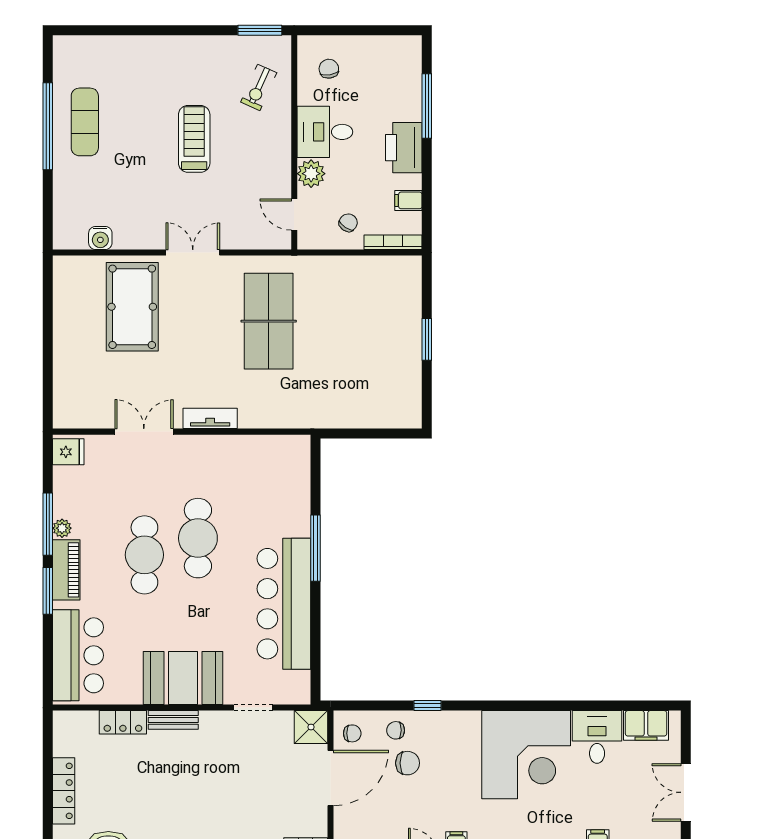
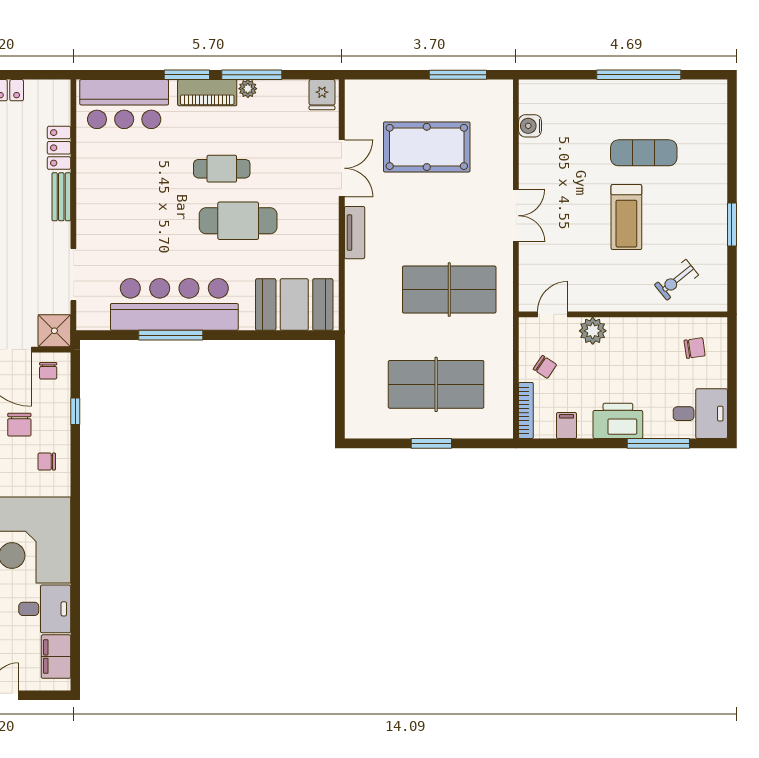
window: (260, 30) -> (732, 224), moved
exercise bike: (259, 87) -> (676, 280), turned -63
exercise mat: (85, 122) -> (644, 153), moved
desk: (325, 132) -> (700, 414), moved, turned 90
treadmill: (194, 139) -> (626, 217), turned 90
pool table: (132, 307) -> (427, 147), moved
window: (48, 312) -> (458, 75), added
table tennis table: (366, 335) -> (436, 384), added
window: (315, 548) -> (171, 335), moved
cafe table: (144, 555) -> (222, 169), width x0.73, depth x0.74
booth: (183, 678) -> (294, 305), moved, turned 90
window: (428, 706) -> (75, 411), moved
doorway: (253, 708) -> (73, 275), width x1.38
chair: (396, 730) -> (47, 462), moved, turned -91

